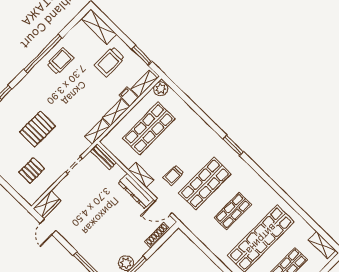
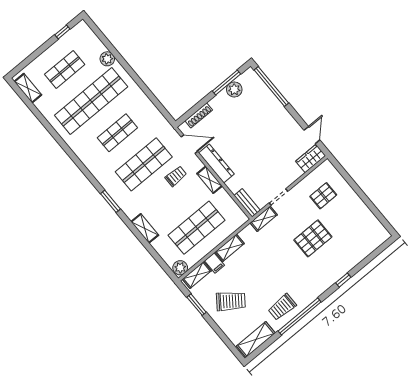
shelving: (99, 27) -> (256, 340), moved, turned 90
trolley: (110, 62) -> (231, 301), turned 36
shelving: (198, 123) -> (145, 228), added
shelving: (97, 132) -> (264, 219), moved

